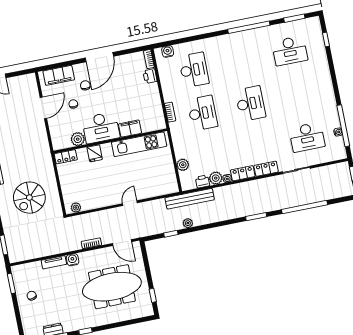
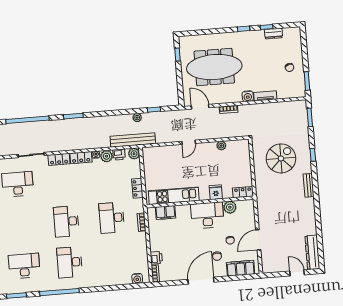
desk: (194, 70) -> (70, 262), moved
filing cabinet: (130, 129) -> (165, 213), moved
locker: (179, 148) -> (137, 188), added
plant: (183, 165) -> (134, 154), moved
plant: (76, 208) -> (221, 146), moved

